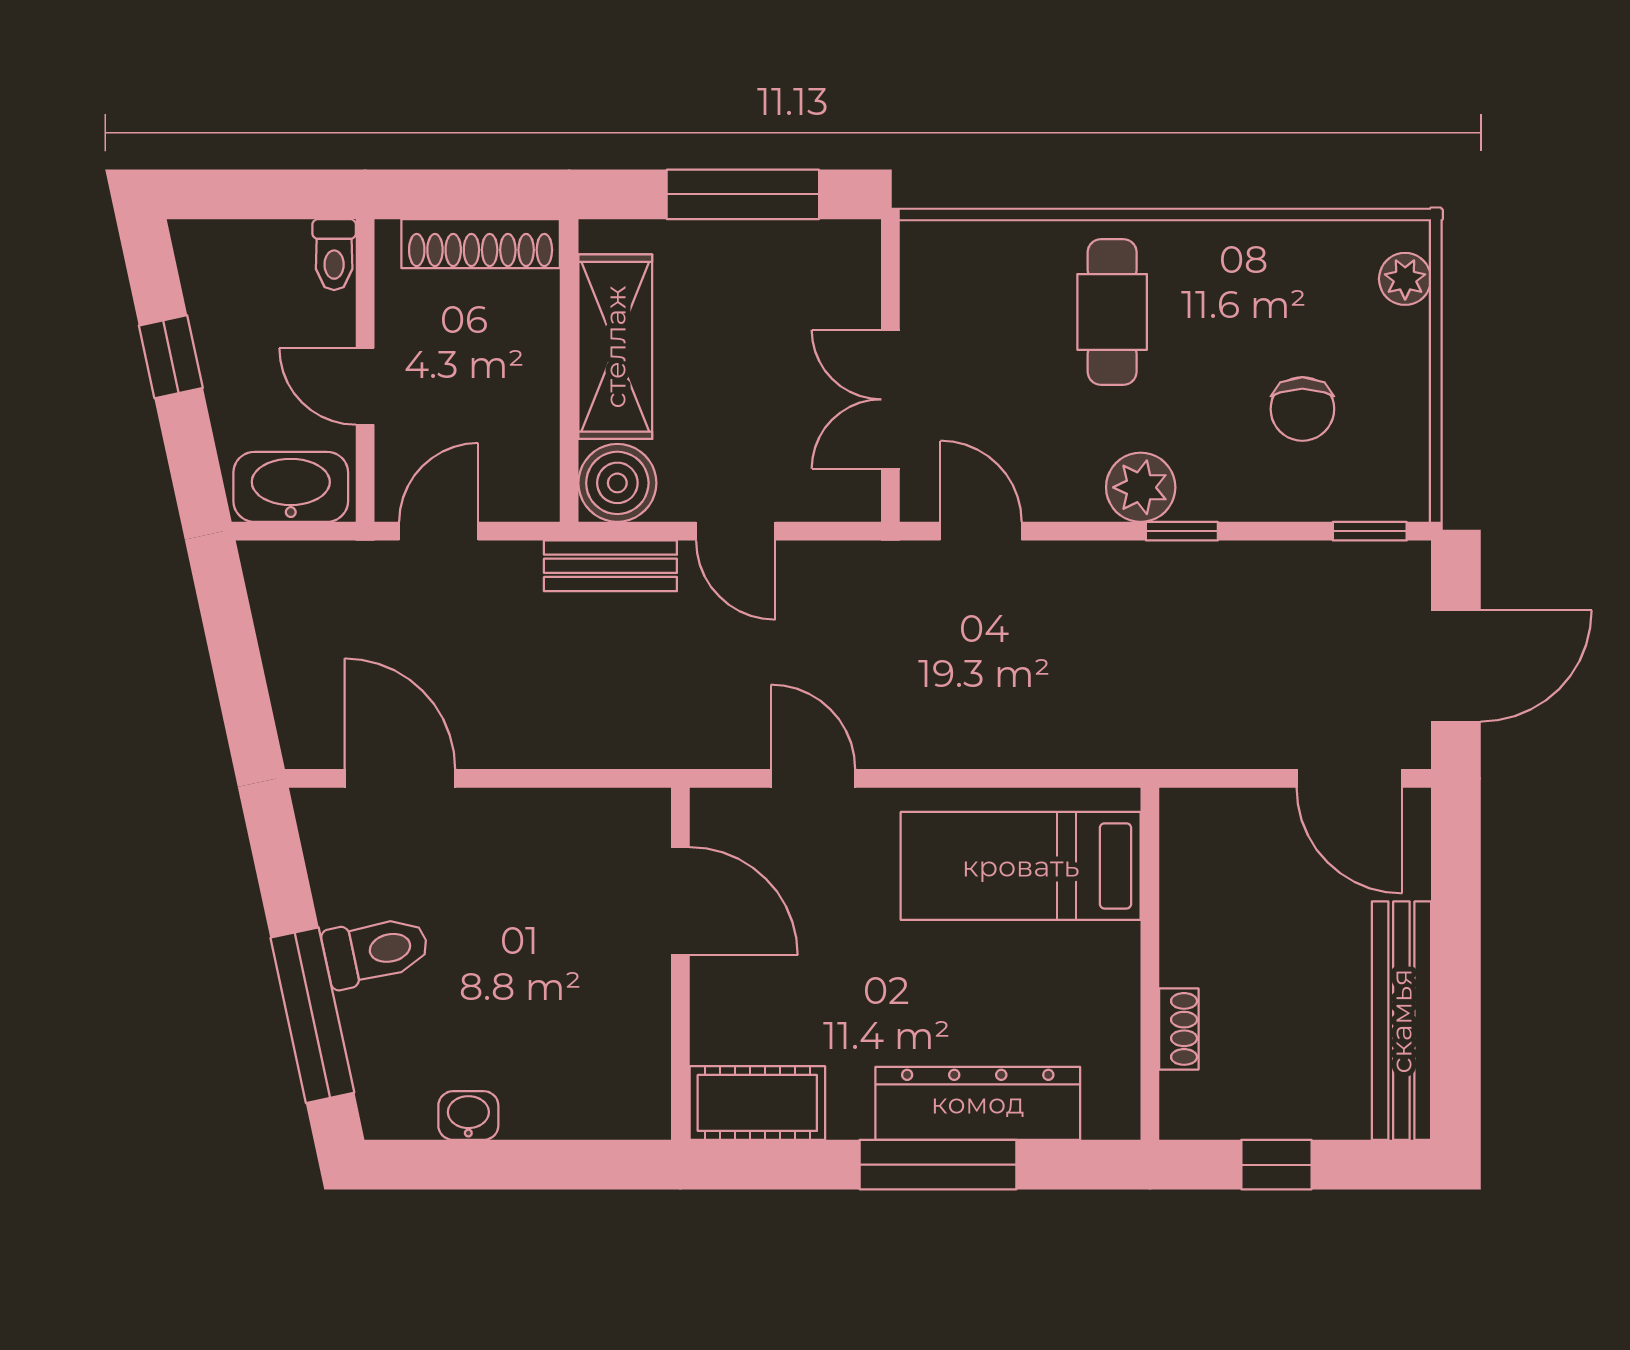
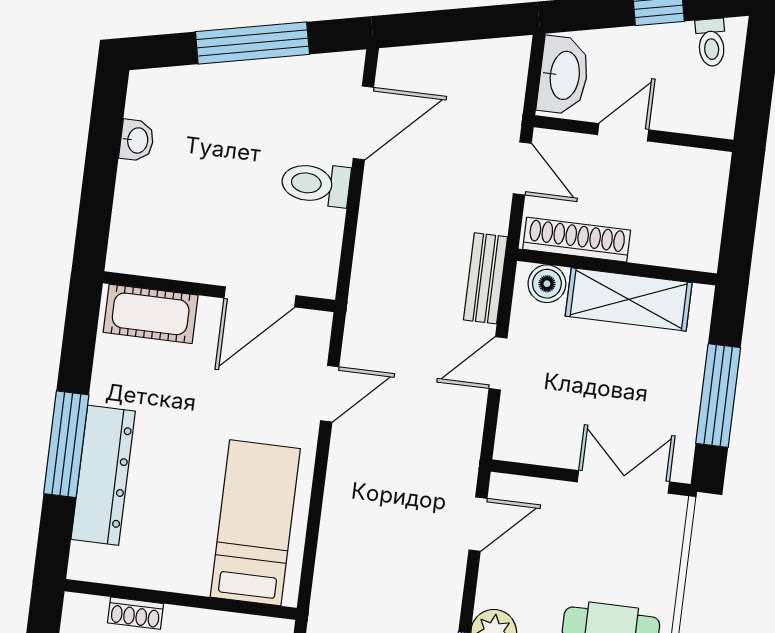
shoe rack: (481, 244) -> (577, 240), moved, turned 90
toilet: (334, 255) -> (711, 43), moved, turned -102
double door: (890, 399) -> (623, 482), moved
boiler: (617, 483) -> (547, 284), width x0.73, depth x0.73
toilet: (376, 951) -> (316, 184), moved, turned 102
window: (312, 1015) -> (252, 43), moved
cot: (757, 1103) -> (151, 314), moved, turned 90

